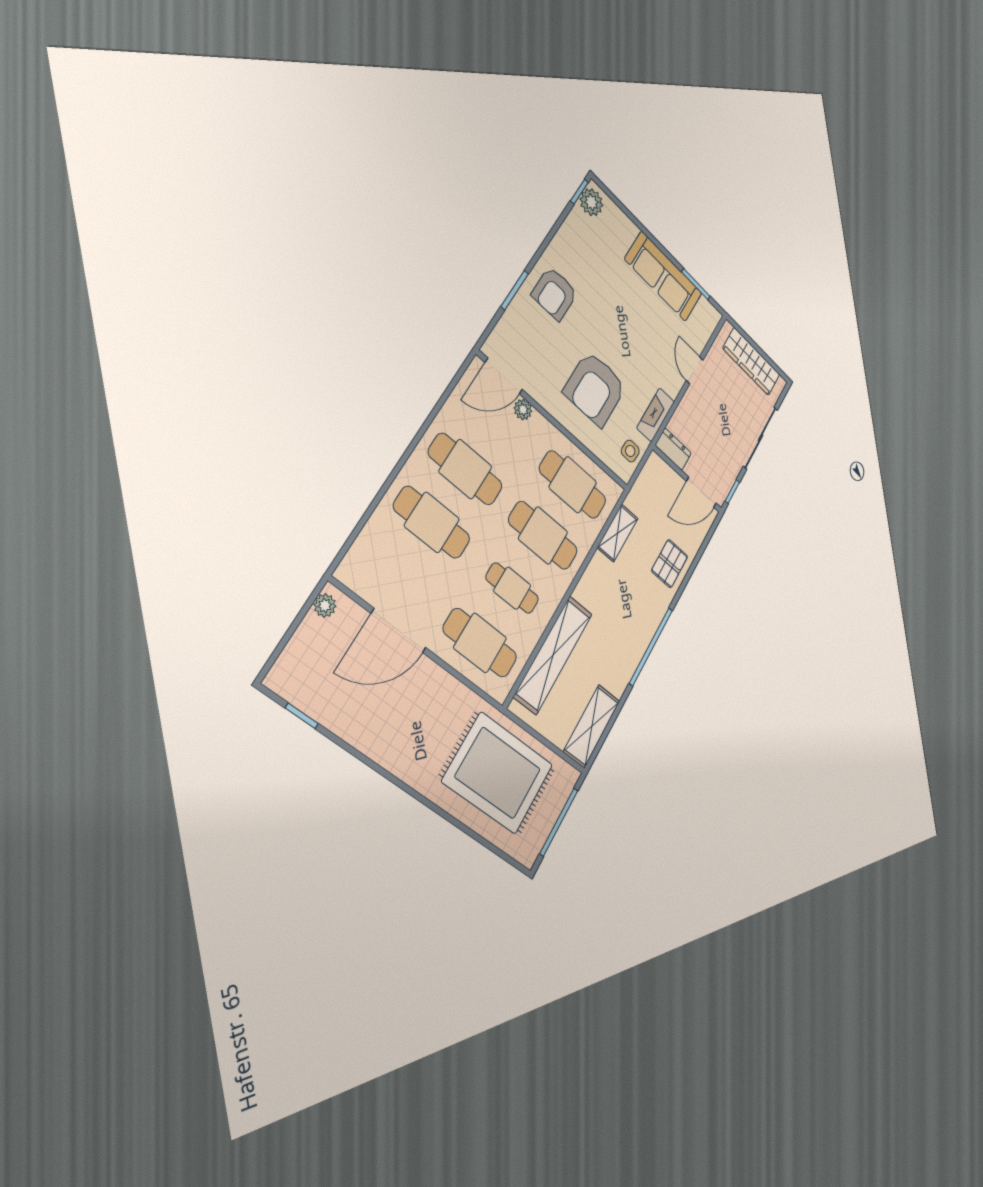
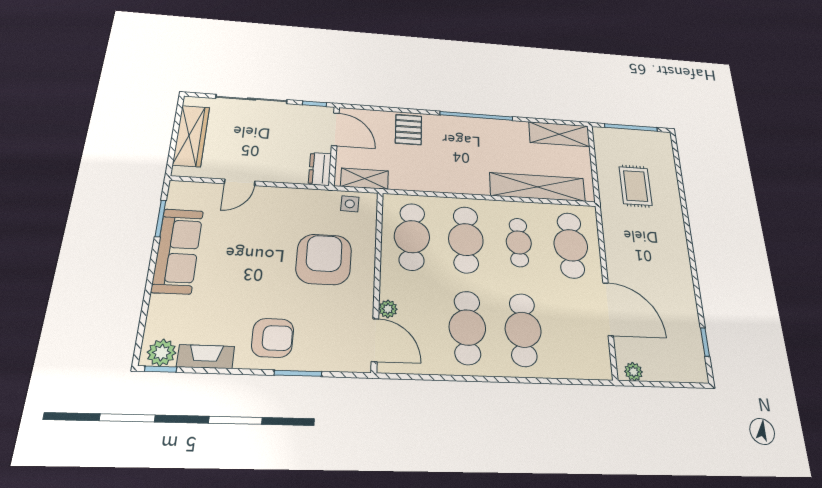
armchair: (595, 388) -> (324, 259), turned -90
fireplace: (656, 415) -> (206, 357), moved, turned 180
shelving: (618, 533) -> (365, 179), moved
pallet: (670, 564) -> (408, 130), turned 90
rug: (498, 773) -> (635, 186), width x0.54, depth x0.49

